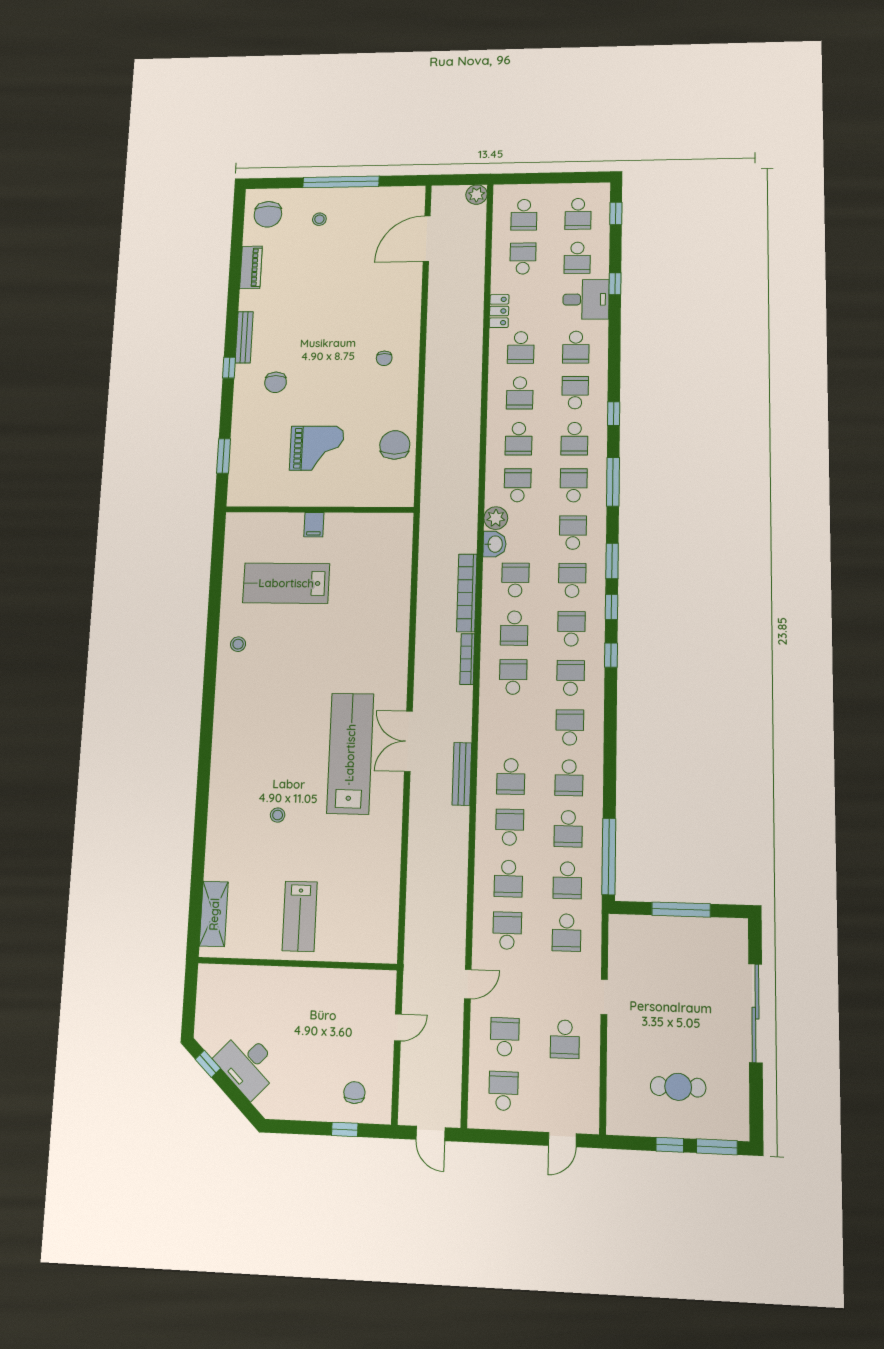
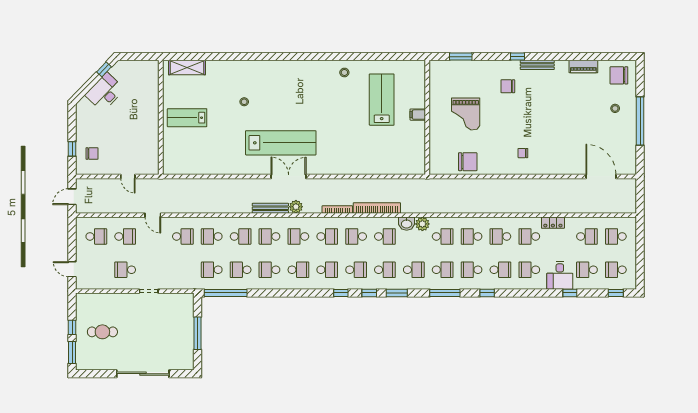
plant: (477, 195) -> (296, 207), moved
school desk: (567, 933) -> (298, 236), moved
cafe table: (678, 1087) -> (102, 332), turned 90

